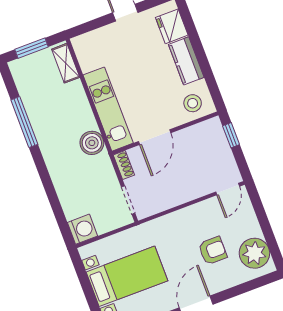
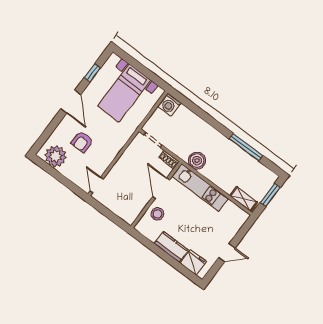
stool: (193, 103) -> (157, 214), moved
window: (231, 135) -> (115, 219), removed

